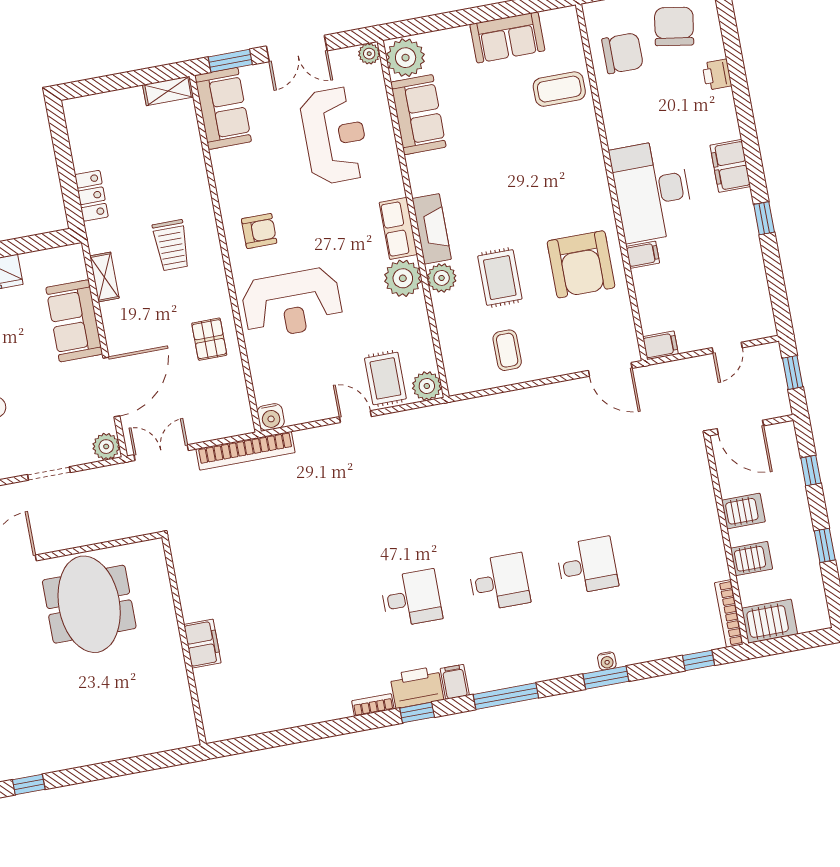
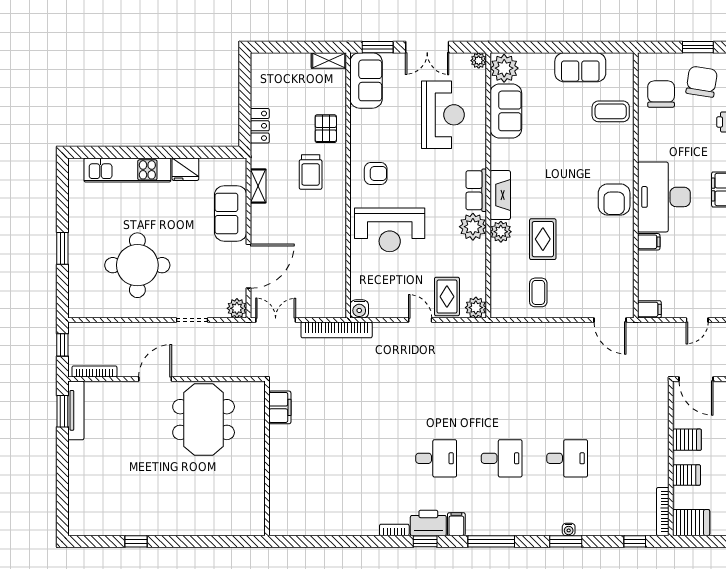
chair: (623, 53) -> (661, 94), turned -90
armchair: (581, 264) -> (614, 199), moved, width x0.73, depth x0.73
pallet: (209, 339) -> (326, 129), moved
filing cabinet: (202, 644) -> (280, 407), moved

